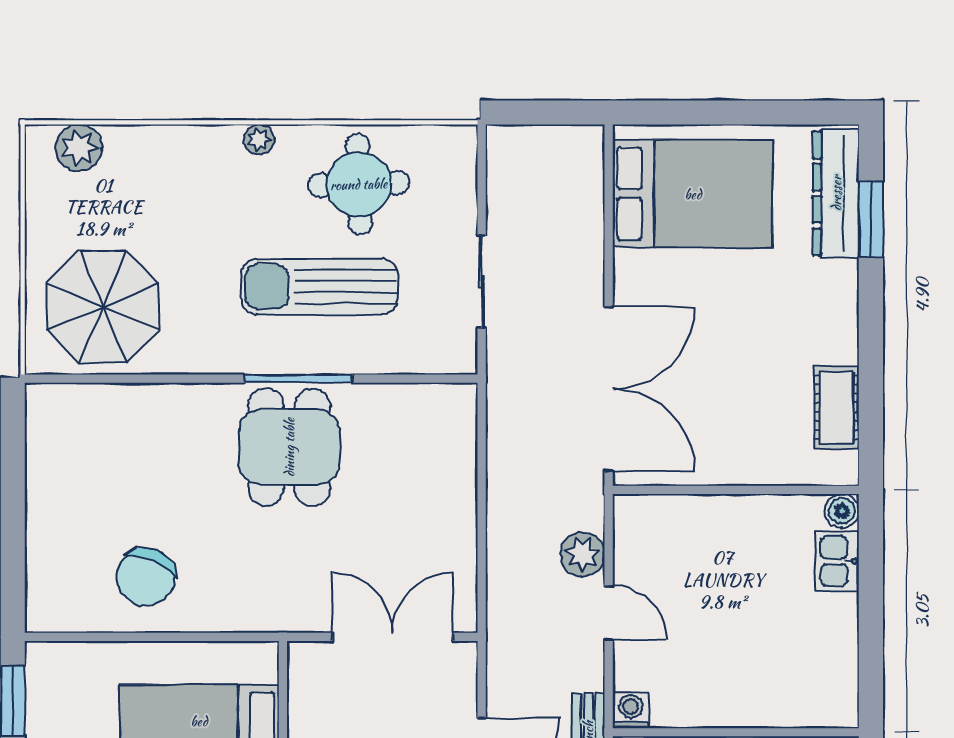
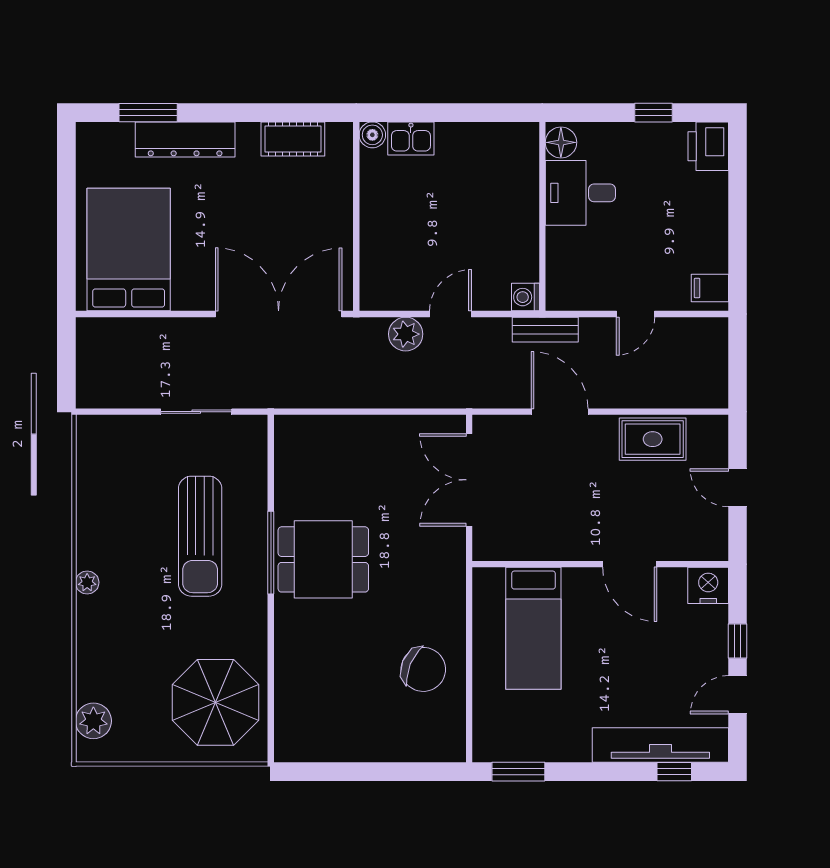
round table: (359, 184) -> (121, 506), removed
dresser: (836, 193) -> (185, 140), moved

